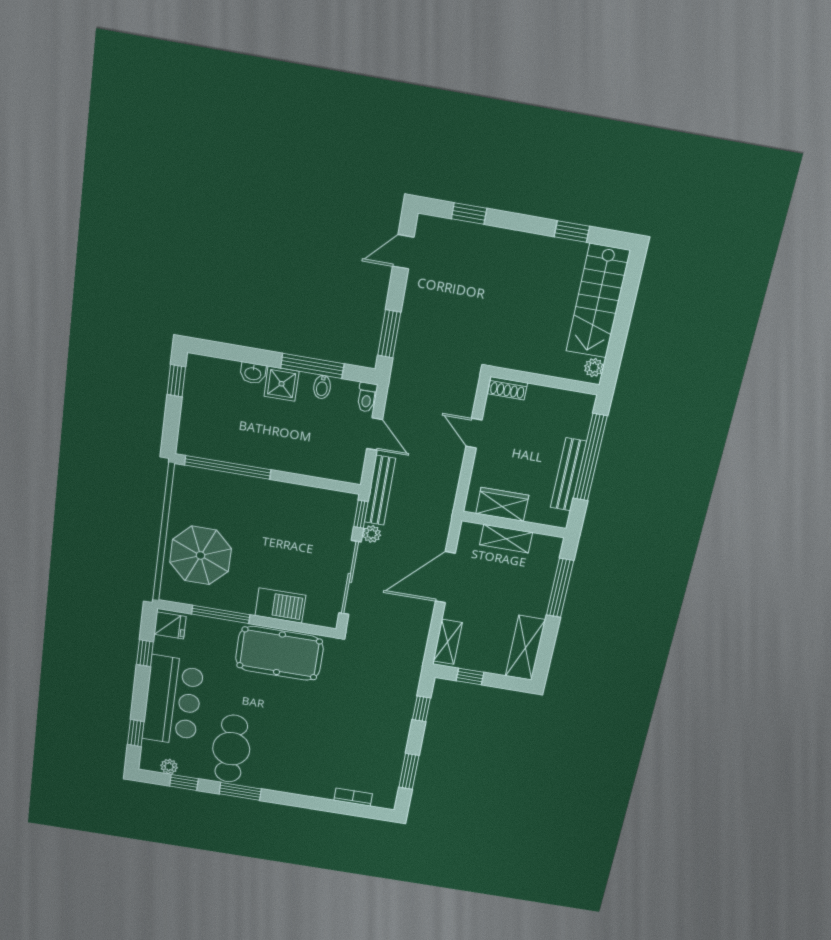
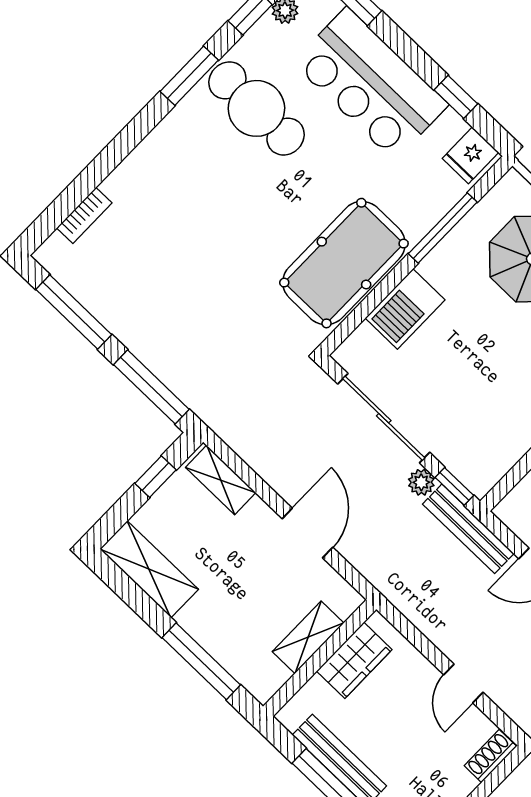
door: (474, 433) -> (463, 684), swing flipped
door: (445, 577) -> (307, 533), width x0.73
window: (421, 709) -> (151, 387), width x2.17
window: (409, 771) -> (74, 312), width x1.44

